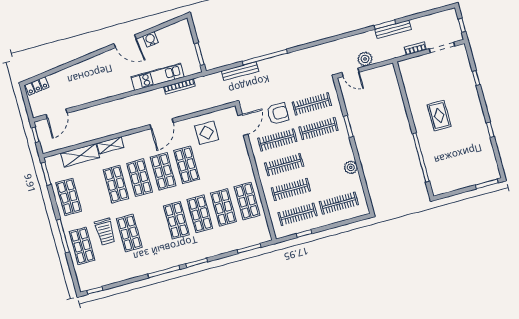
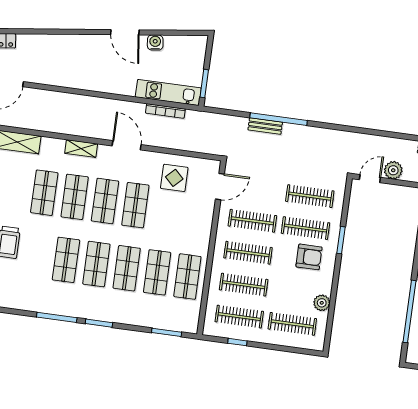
bench: (240, 71) -> (265, 126), moved, width x0.73
door: (351, 72) -> (370, 179), swing flipped
kitchen unit: (158, 77) -> (168, 93), moved
armchair: (278, 114) -> (309, 257), moved
door: (162, 124) -> (127, 145), swing flipped
shelving: (110, 145) -> (81, 149), moved
plant: (351, 167) -> (322, 303), moved
shop shelf: (129, 233) -> (66, 260), moved

